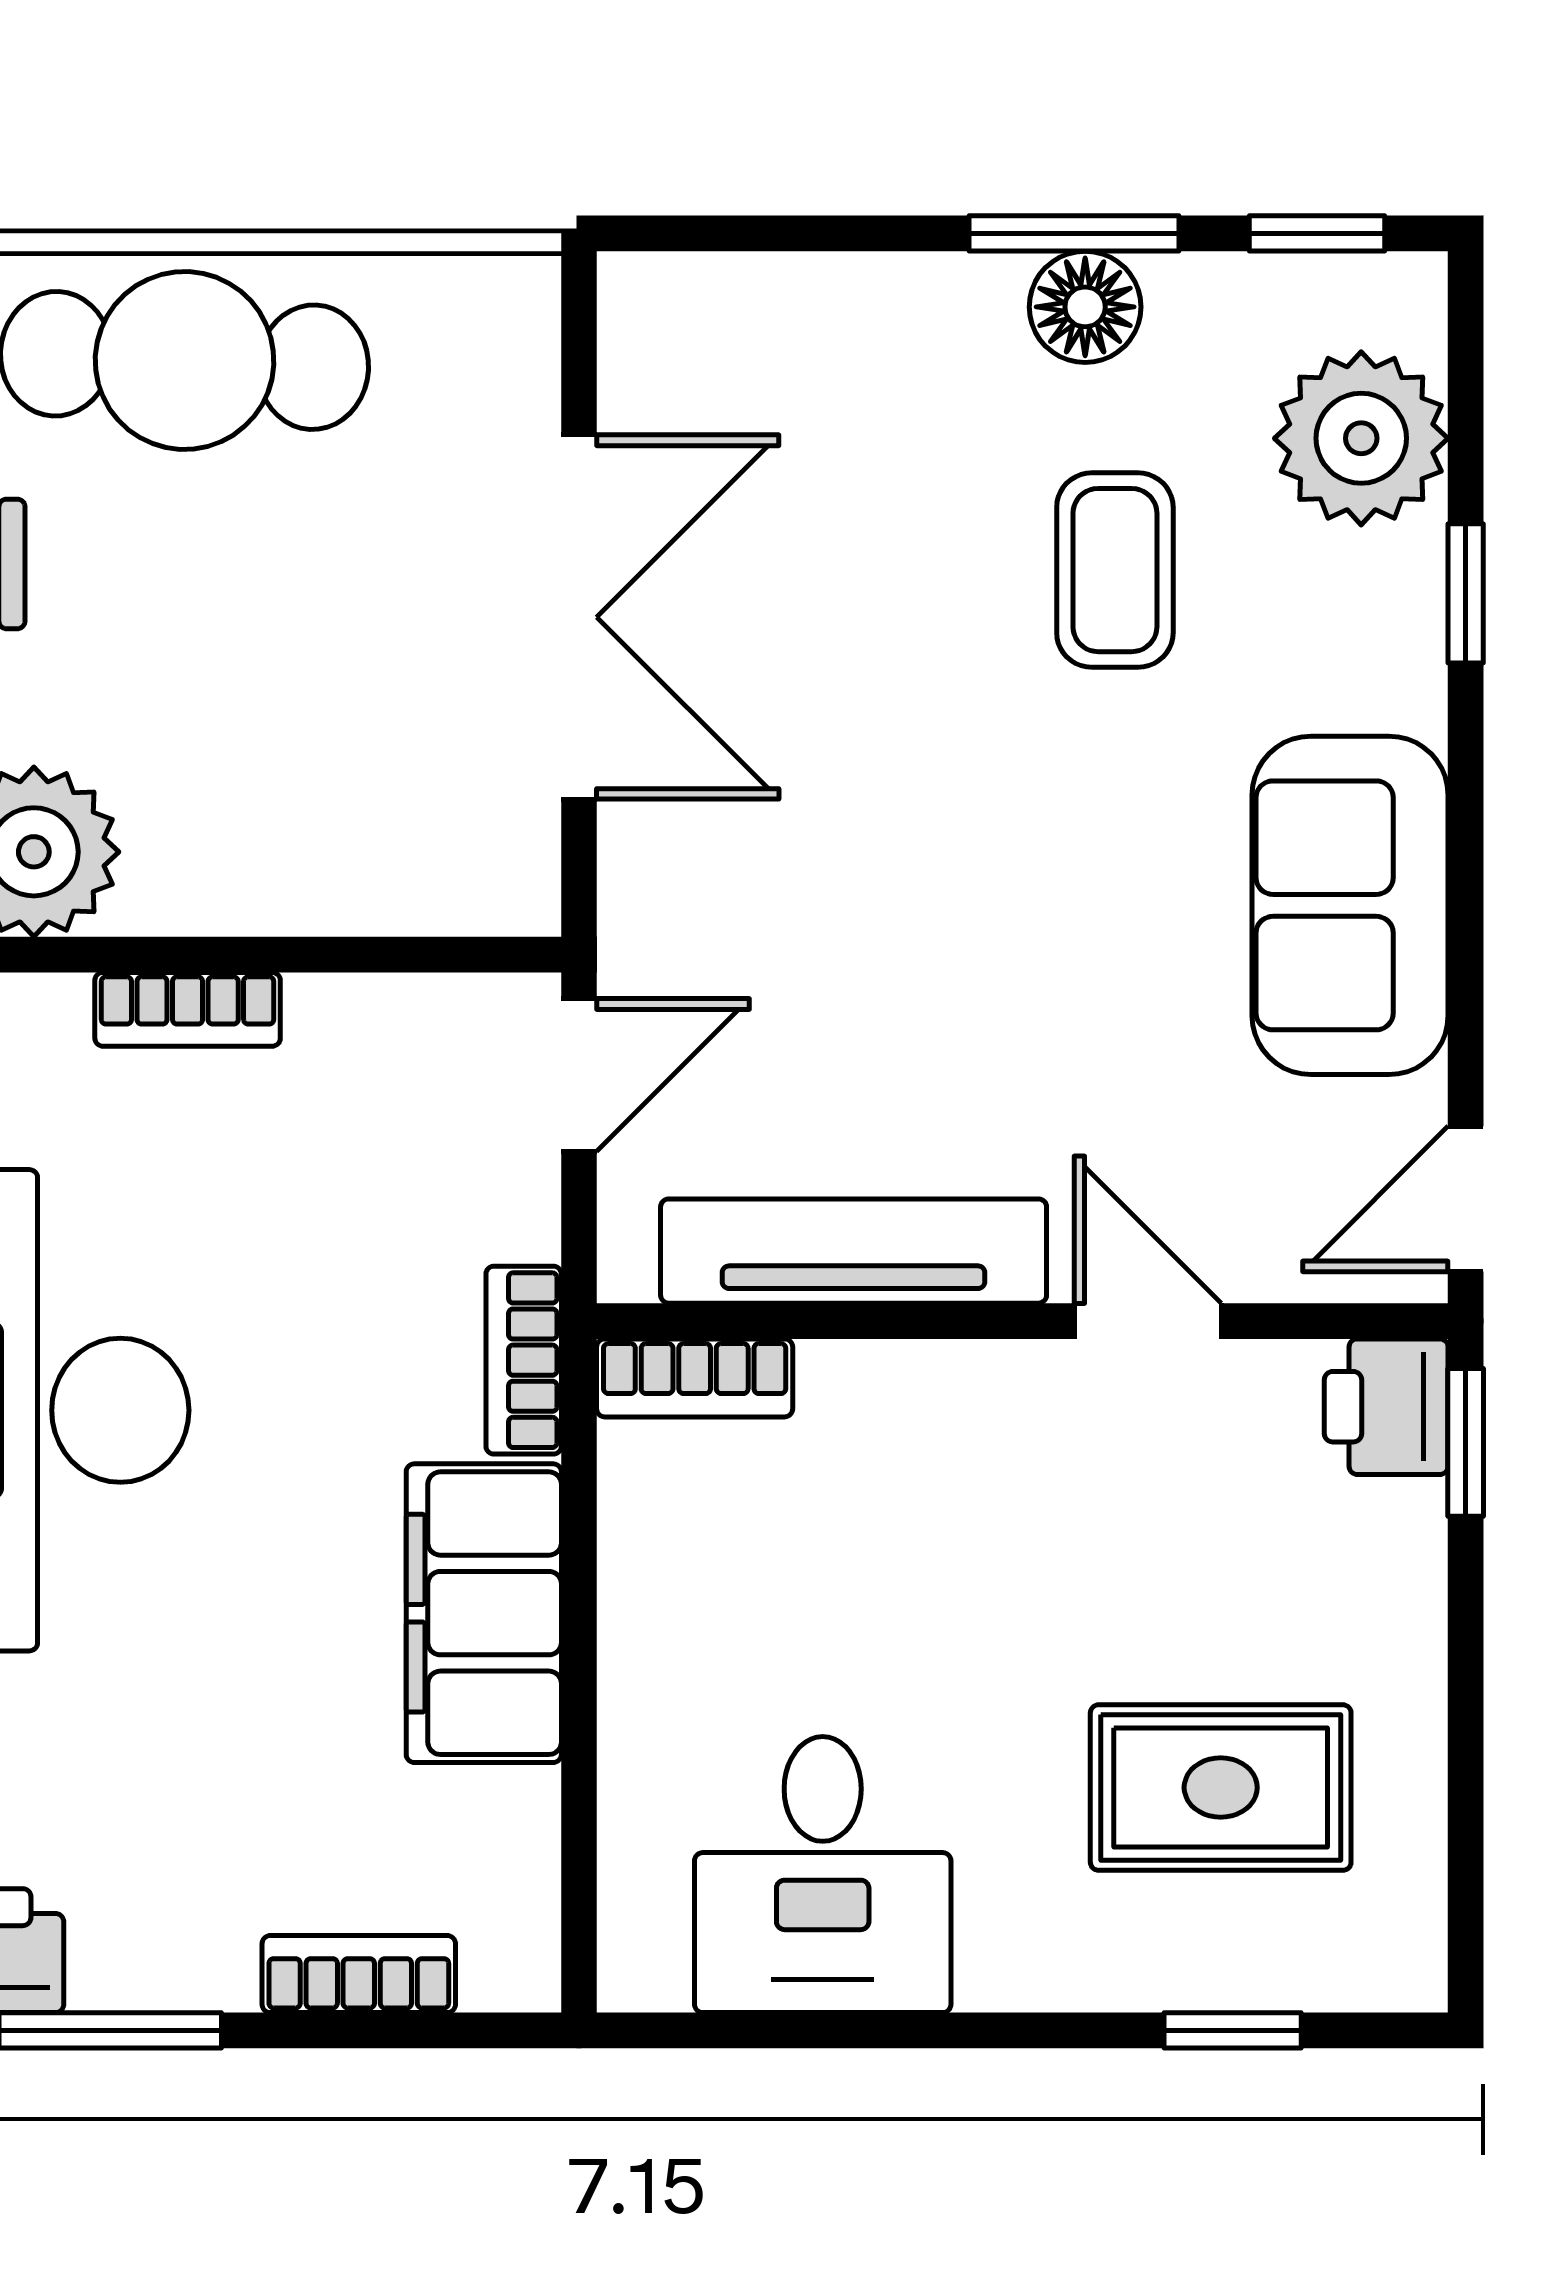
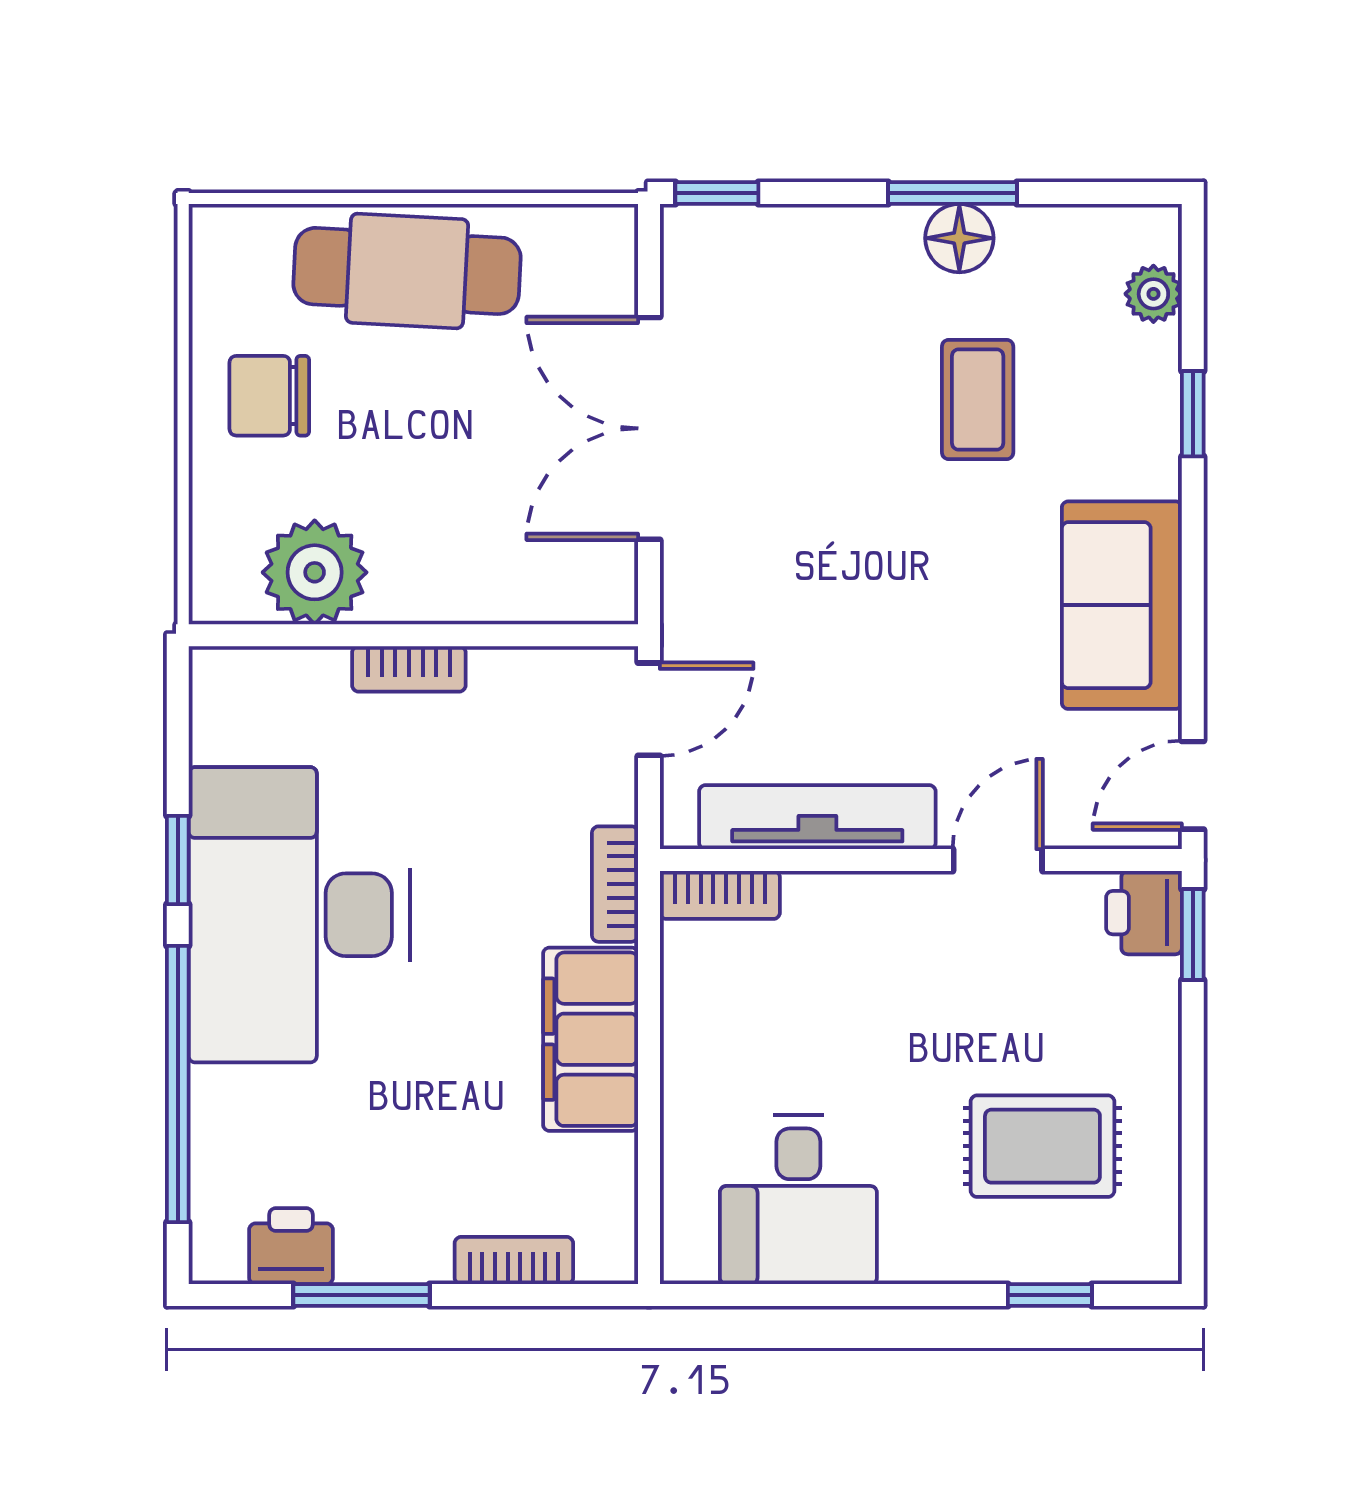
window: (1317, 233) -> (717, 193), moved
plant: (1361, 438) -> (1153, 294), width x0.53, depth x0.53
double door: (579, 617) -> (649, 428), swing flipped
door: (1148, 1321) -> (998, 860), hinge flipped

